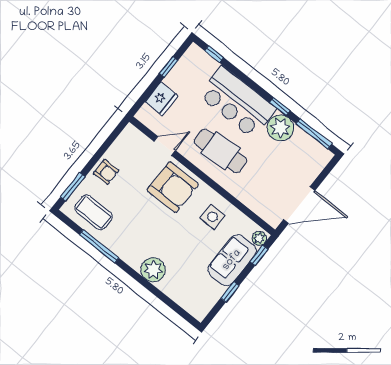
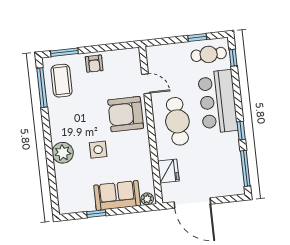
cafe table: (191, 71) -> (209, 54), added
fridge: (161, 99) -> (168, 171), moved, turned -90
plant: (280, 128) -> (228, 144), removed
armchair: (173, 187) -> (126, 114), turned 90
side table: (212, 217) -> (98, 150), moved
window: (99, 246) -> (42, 88), moved
window: (259, 255) -> (137, 209), removed

